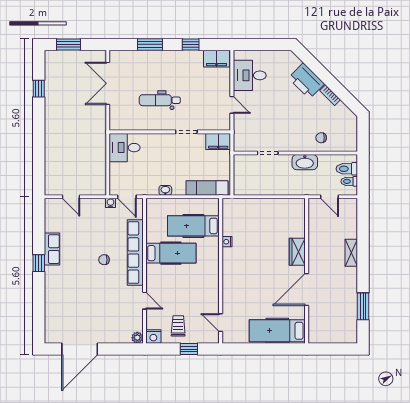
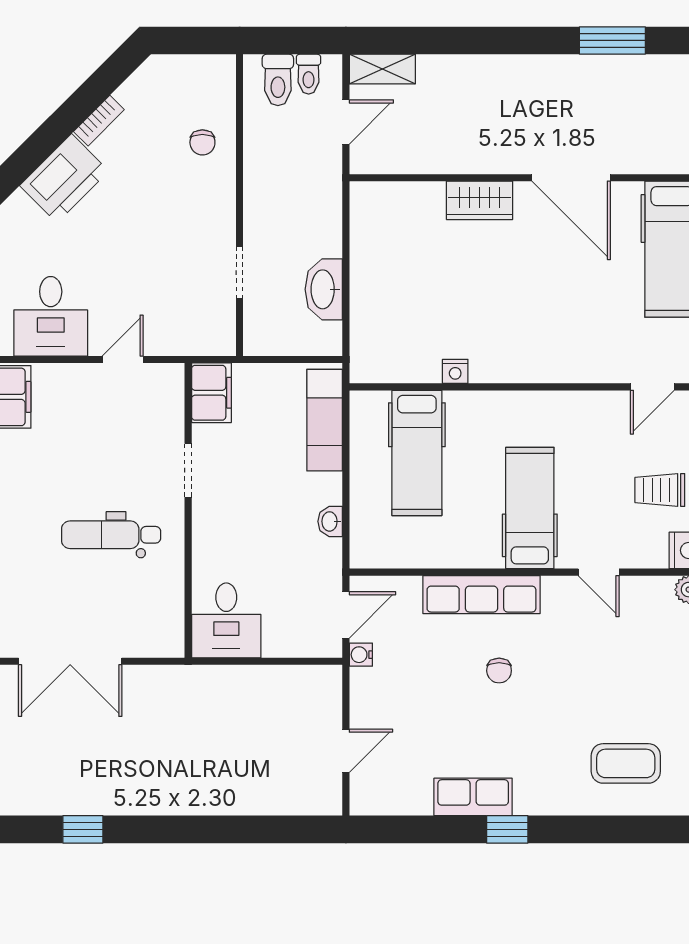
dental chair: (160, 100) -> (111, 535), turned 90
washbasin: (305, 162) -> (324, 289), moved, turned 180
row of seats: (135, 252) -> (481, 595), width x0.73
hospital bed: (171, 253) -> (530, 508), moved
shelving: (351, 253) -> (382, 69), moved
door: (144, 301) -> (599, 572), swing flipped
coffee table: (66, 312) -> (626, 763), added

